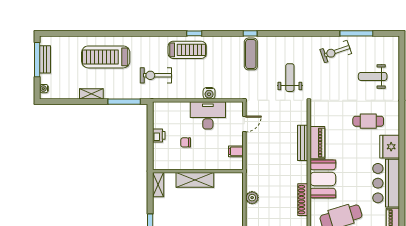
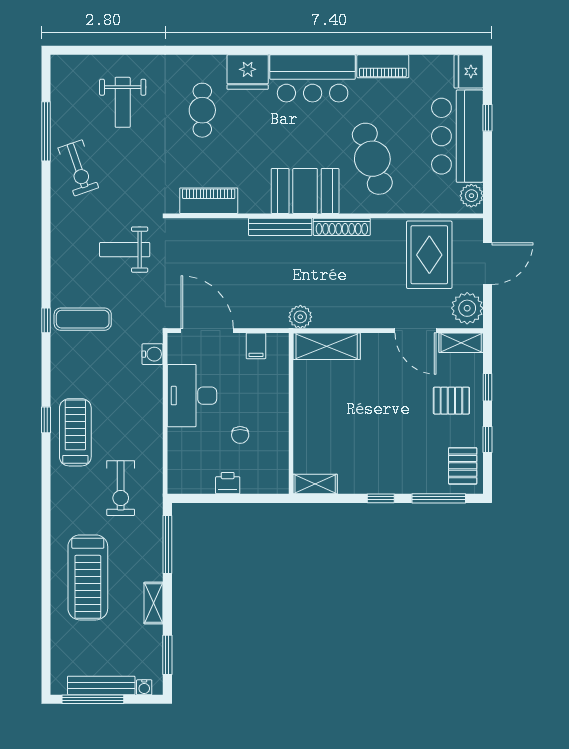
bench: (45, 59) -> (101, 685), width x1.36
water cooler: (209, 93) -> (153, 354), moved
window: (62, 102) -> (167, 655), added
door: (244, 124) -> (207, 331), width x1.87
bench: (303, 143) -> (280, 227), moved
piano: (317, 143) -> (209, 201), moved
shelving: (195, 180) -> (327, 346), moved, turned 90
plant: (252, 198) -> (300, 317), moved

